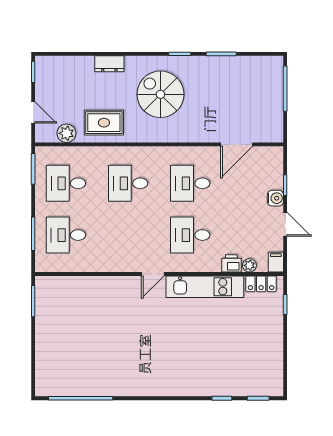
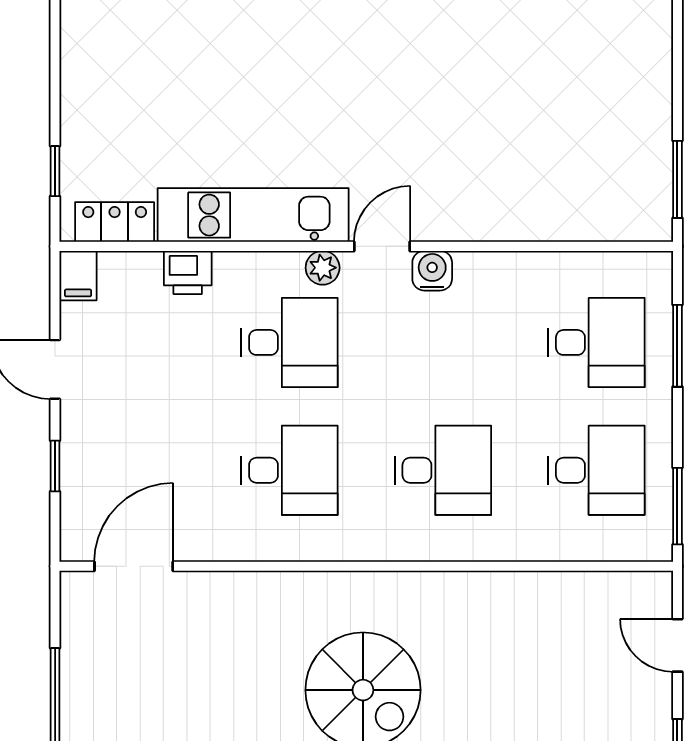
rug: (104, 123) -> (503, 620), removed
plant: (66, 133) -> (595, 594), removed
door: (237, 144) -> (134, 566), moved
water cooler: (275, 198) -> (432, 271), moved, turned 90
plant: (249, 265) -> (323, 268), moved

